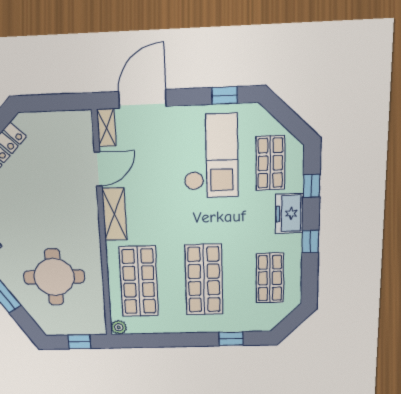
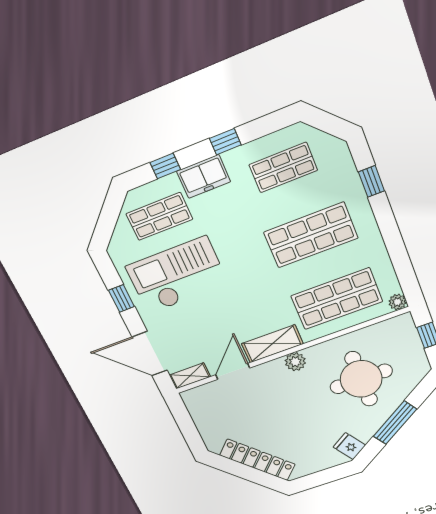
window: (225, 95) -> (121, 298), moved
door: (98, 169) -> (233, 371), hinge flipped
plant: (90, 228) -> (295, 362), added

